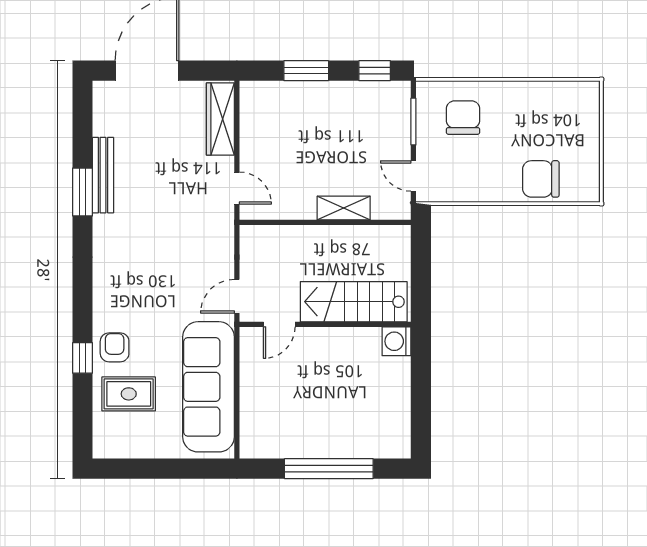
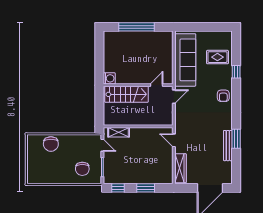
chair: (541, 179) -> (51, 144), turned 90
shelving: (344, 208) -> (119, 132), moved
armchair: (115, 347) -> (223, 96), moved

